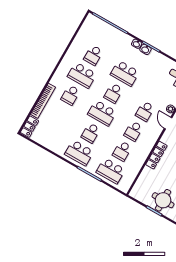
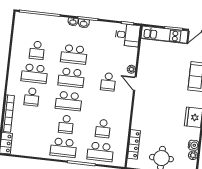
school desk: (113, 93) -> (71, 78), width x1.85
school desk: (133, 131) -> (106, 105), removed
locker: (156, 155) -> (134, 144), moved

